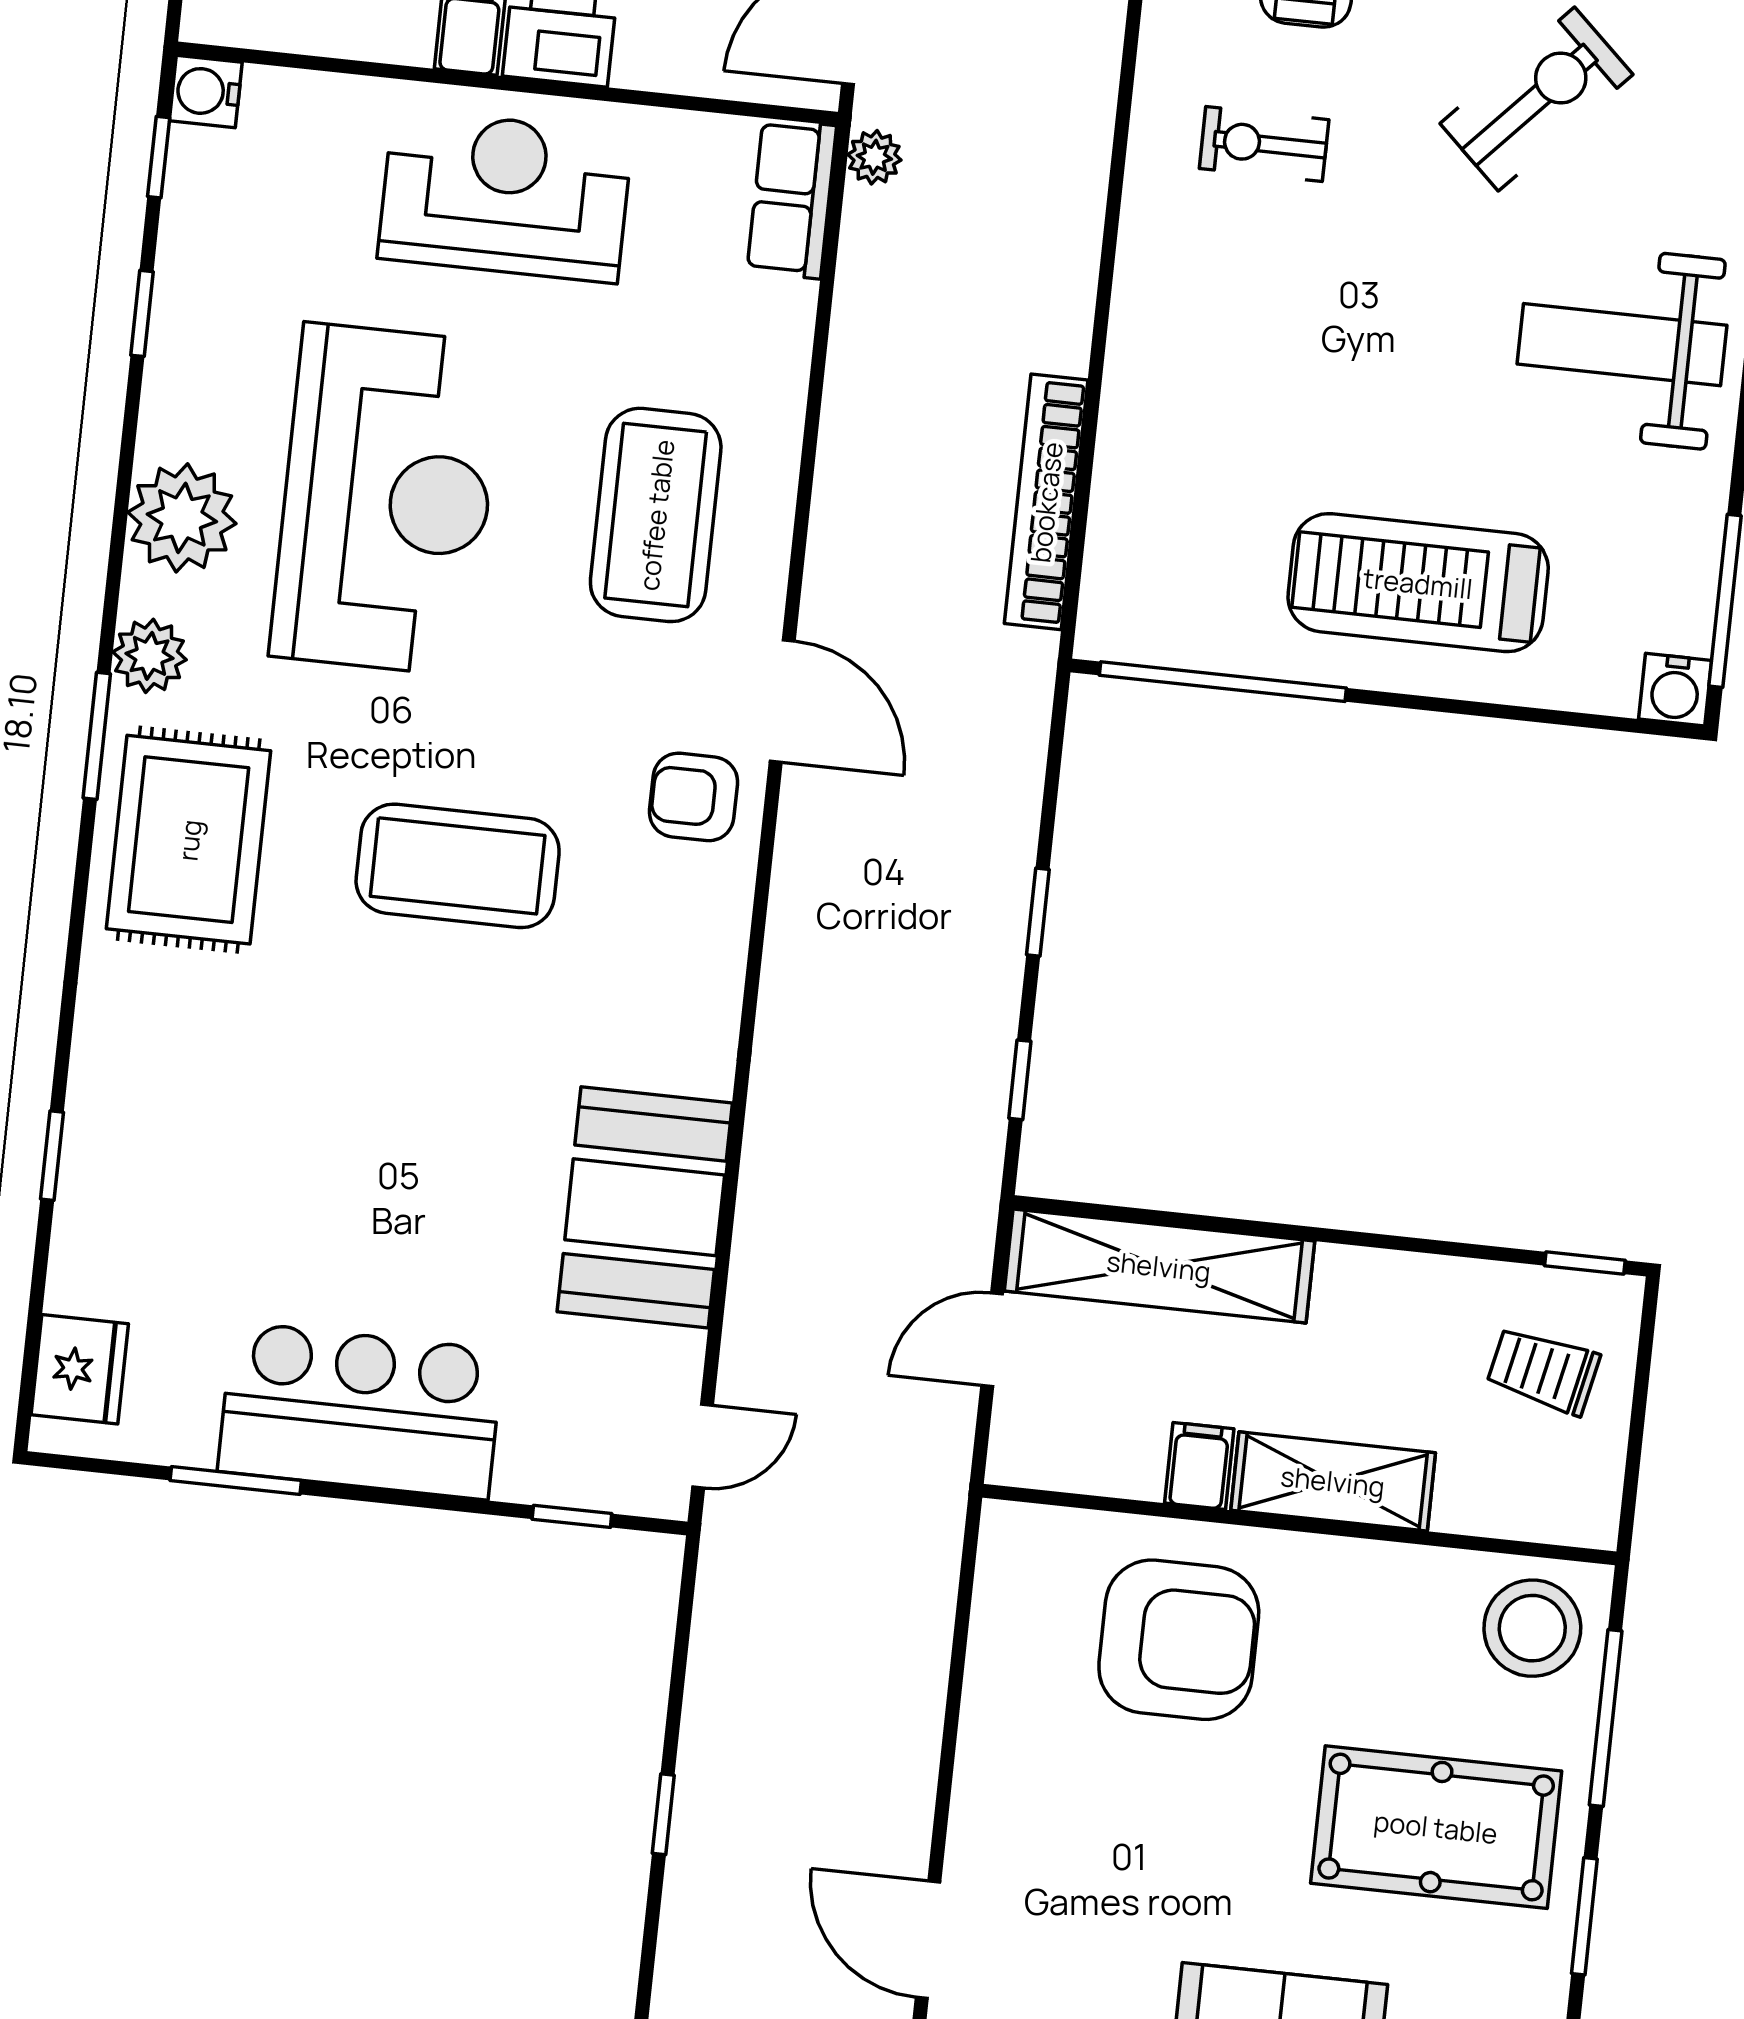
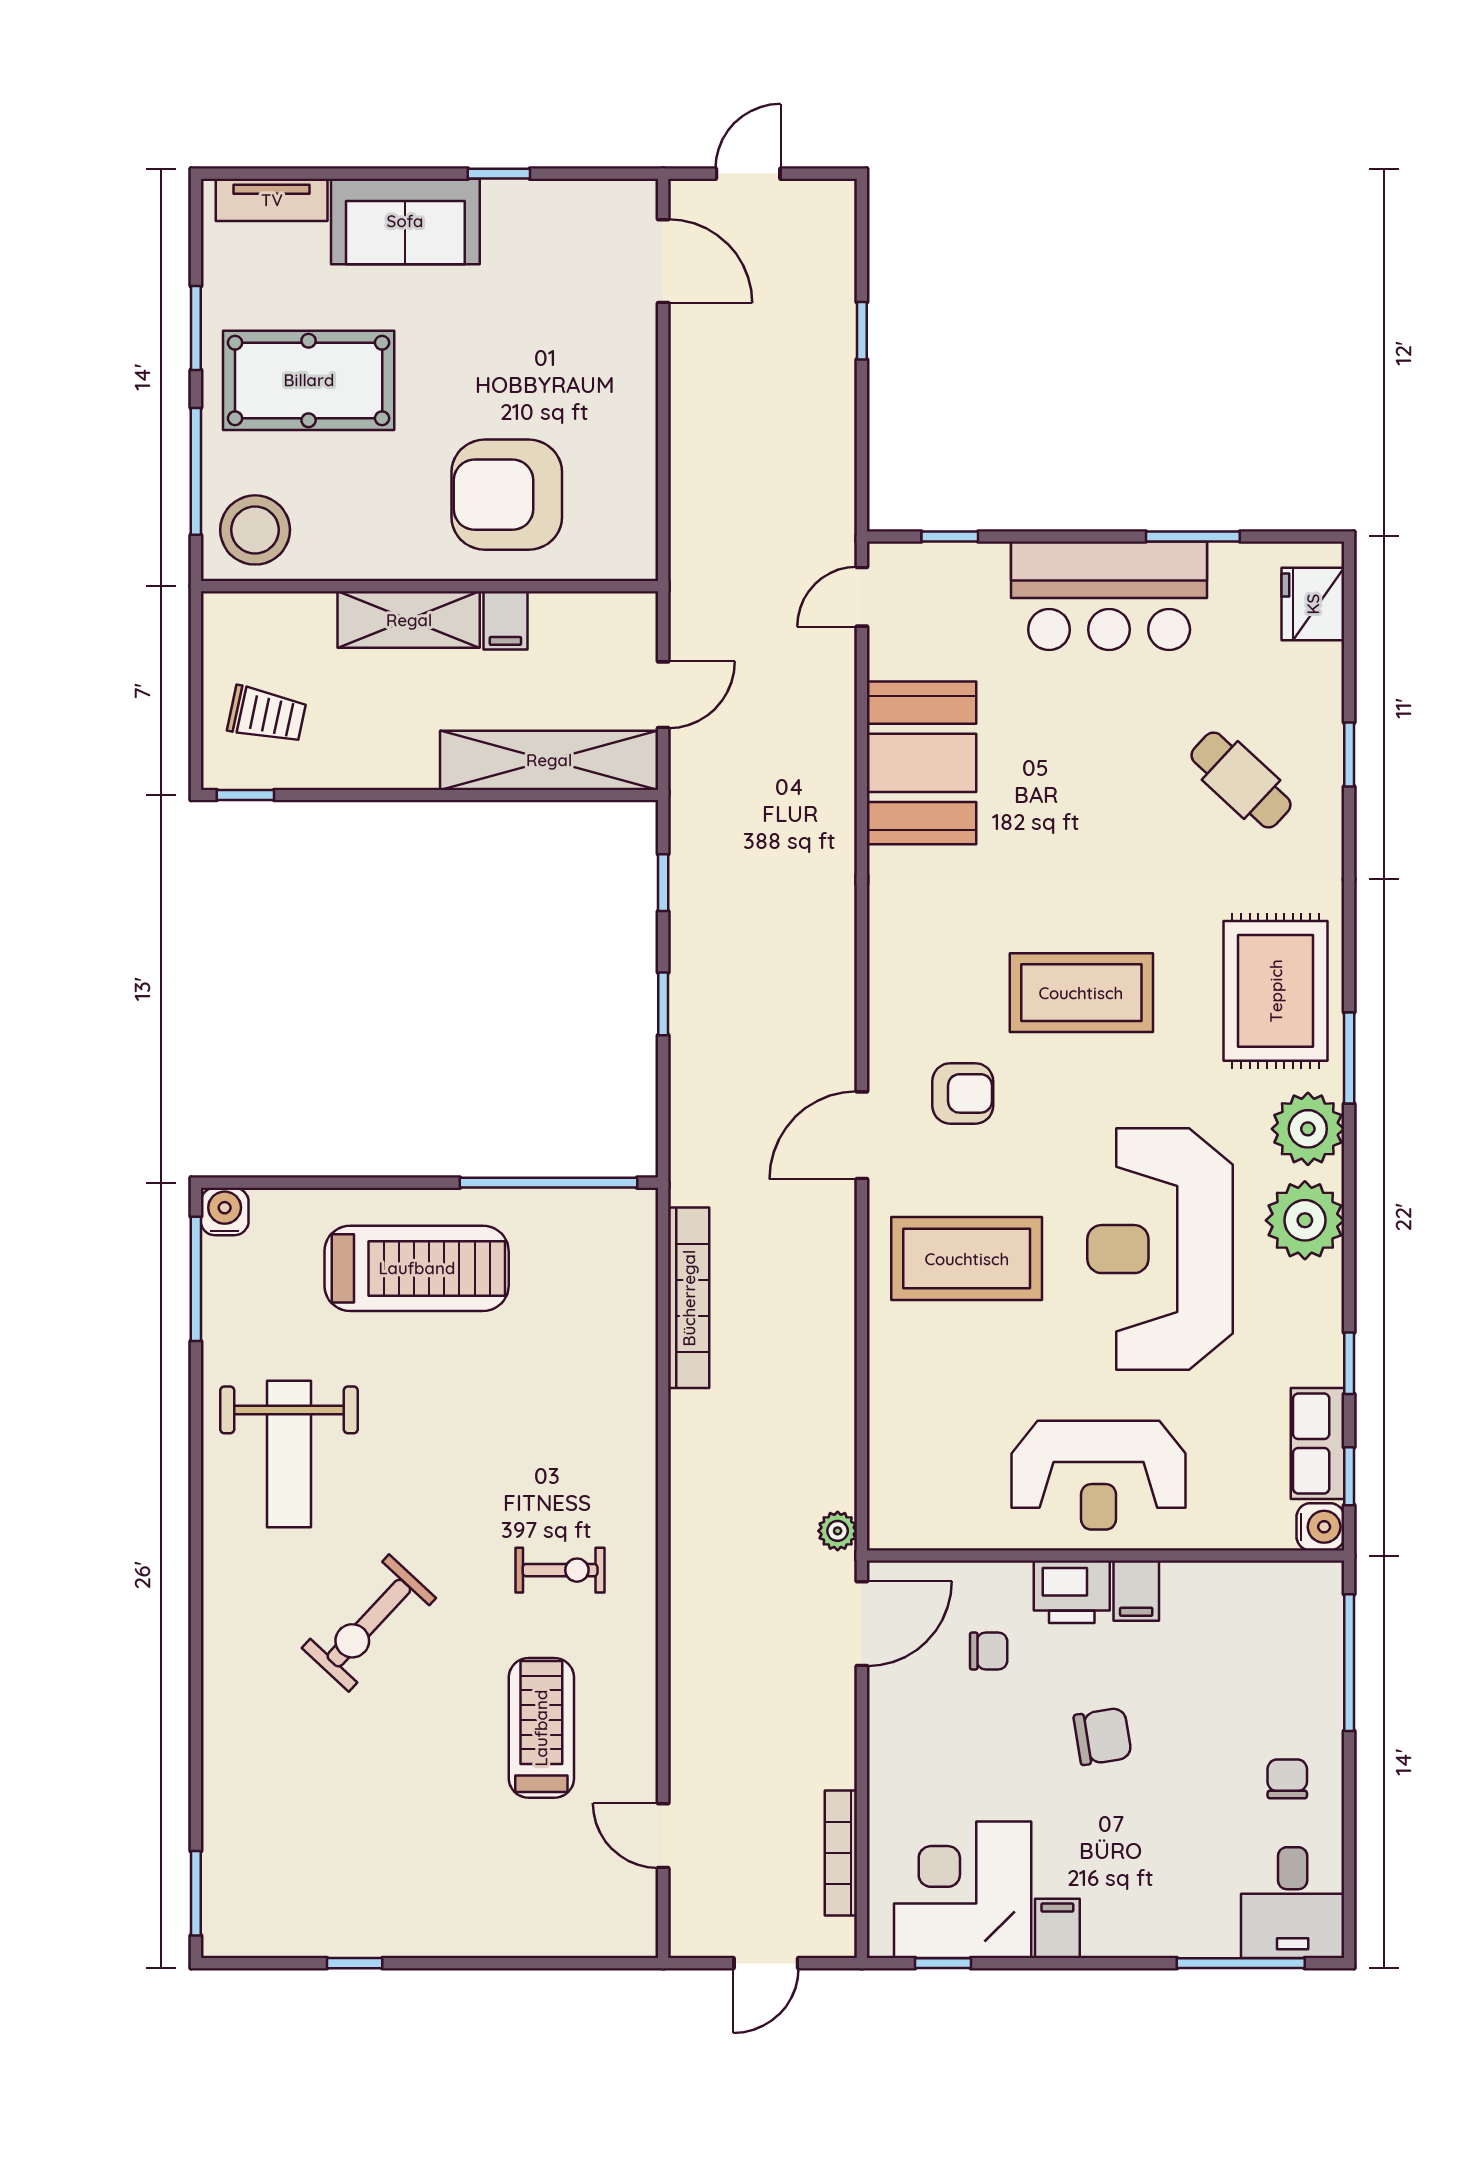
row of seats: (792, 199) -> (1318, 1443), moved, turned 180
weight bench: (1622, 345) -> (289, 1454), turned 90
coffee table: (656, 515) -> (967, 1259), turned 90
plant: (149, 656) -> (1308, 1129), width x1.36, depth x1.36
door: (782, 701) -> (862, 1135), hinge flipped
armchair: (693, 797) -> (963, 1093), moved
cafe table: (205, 1136) -> (1241, 780), added

